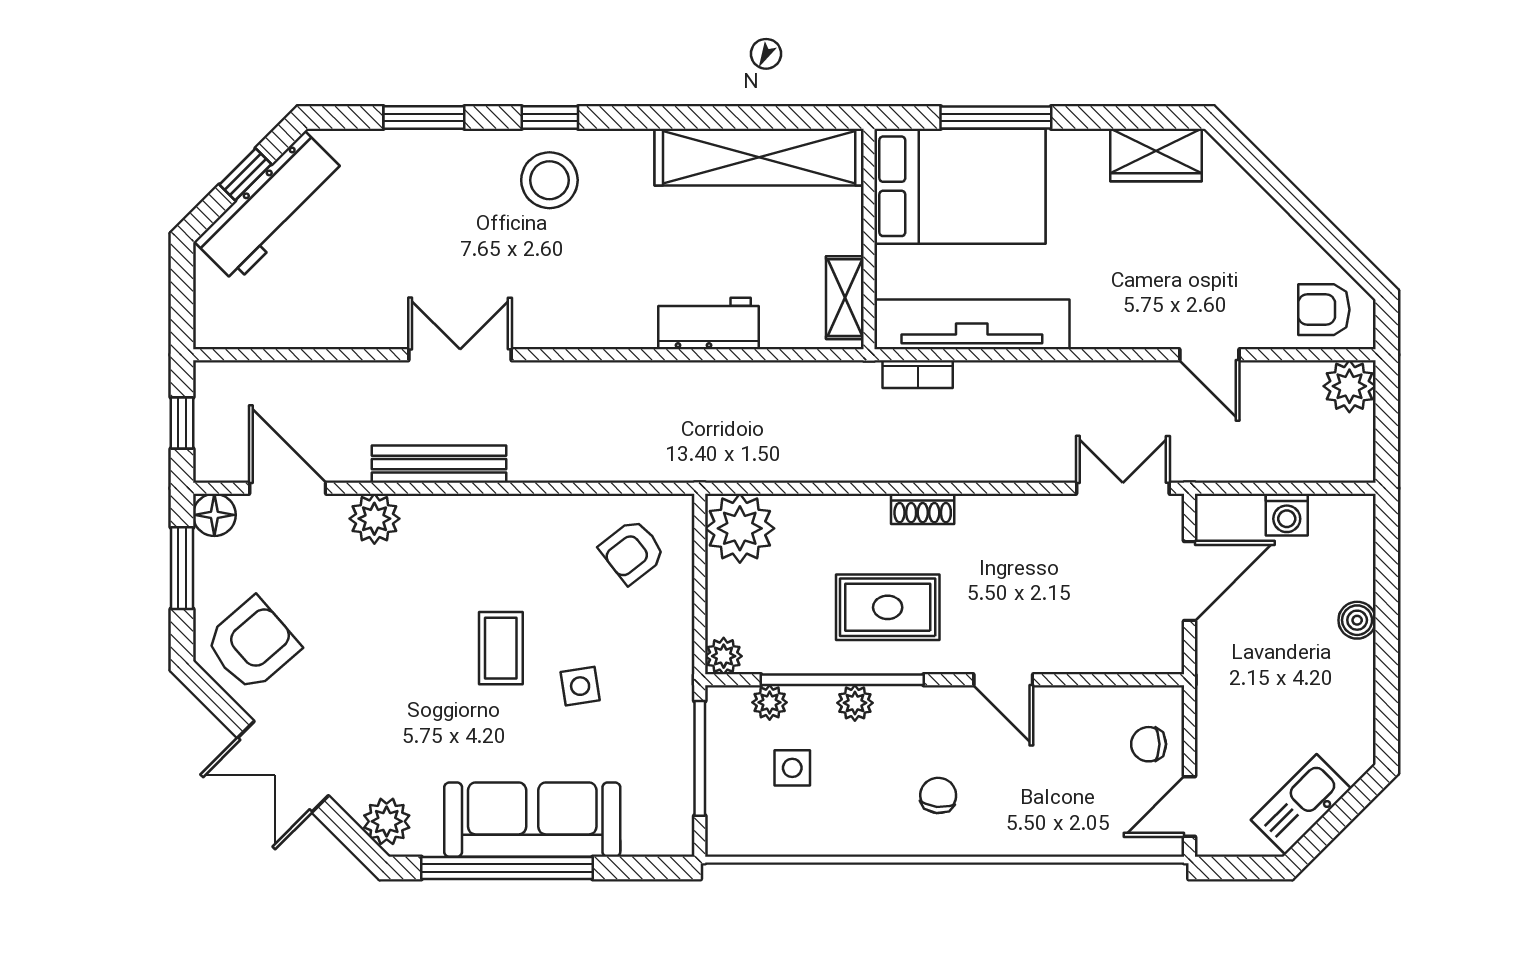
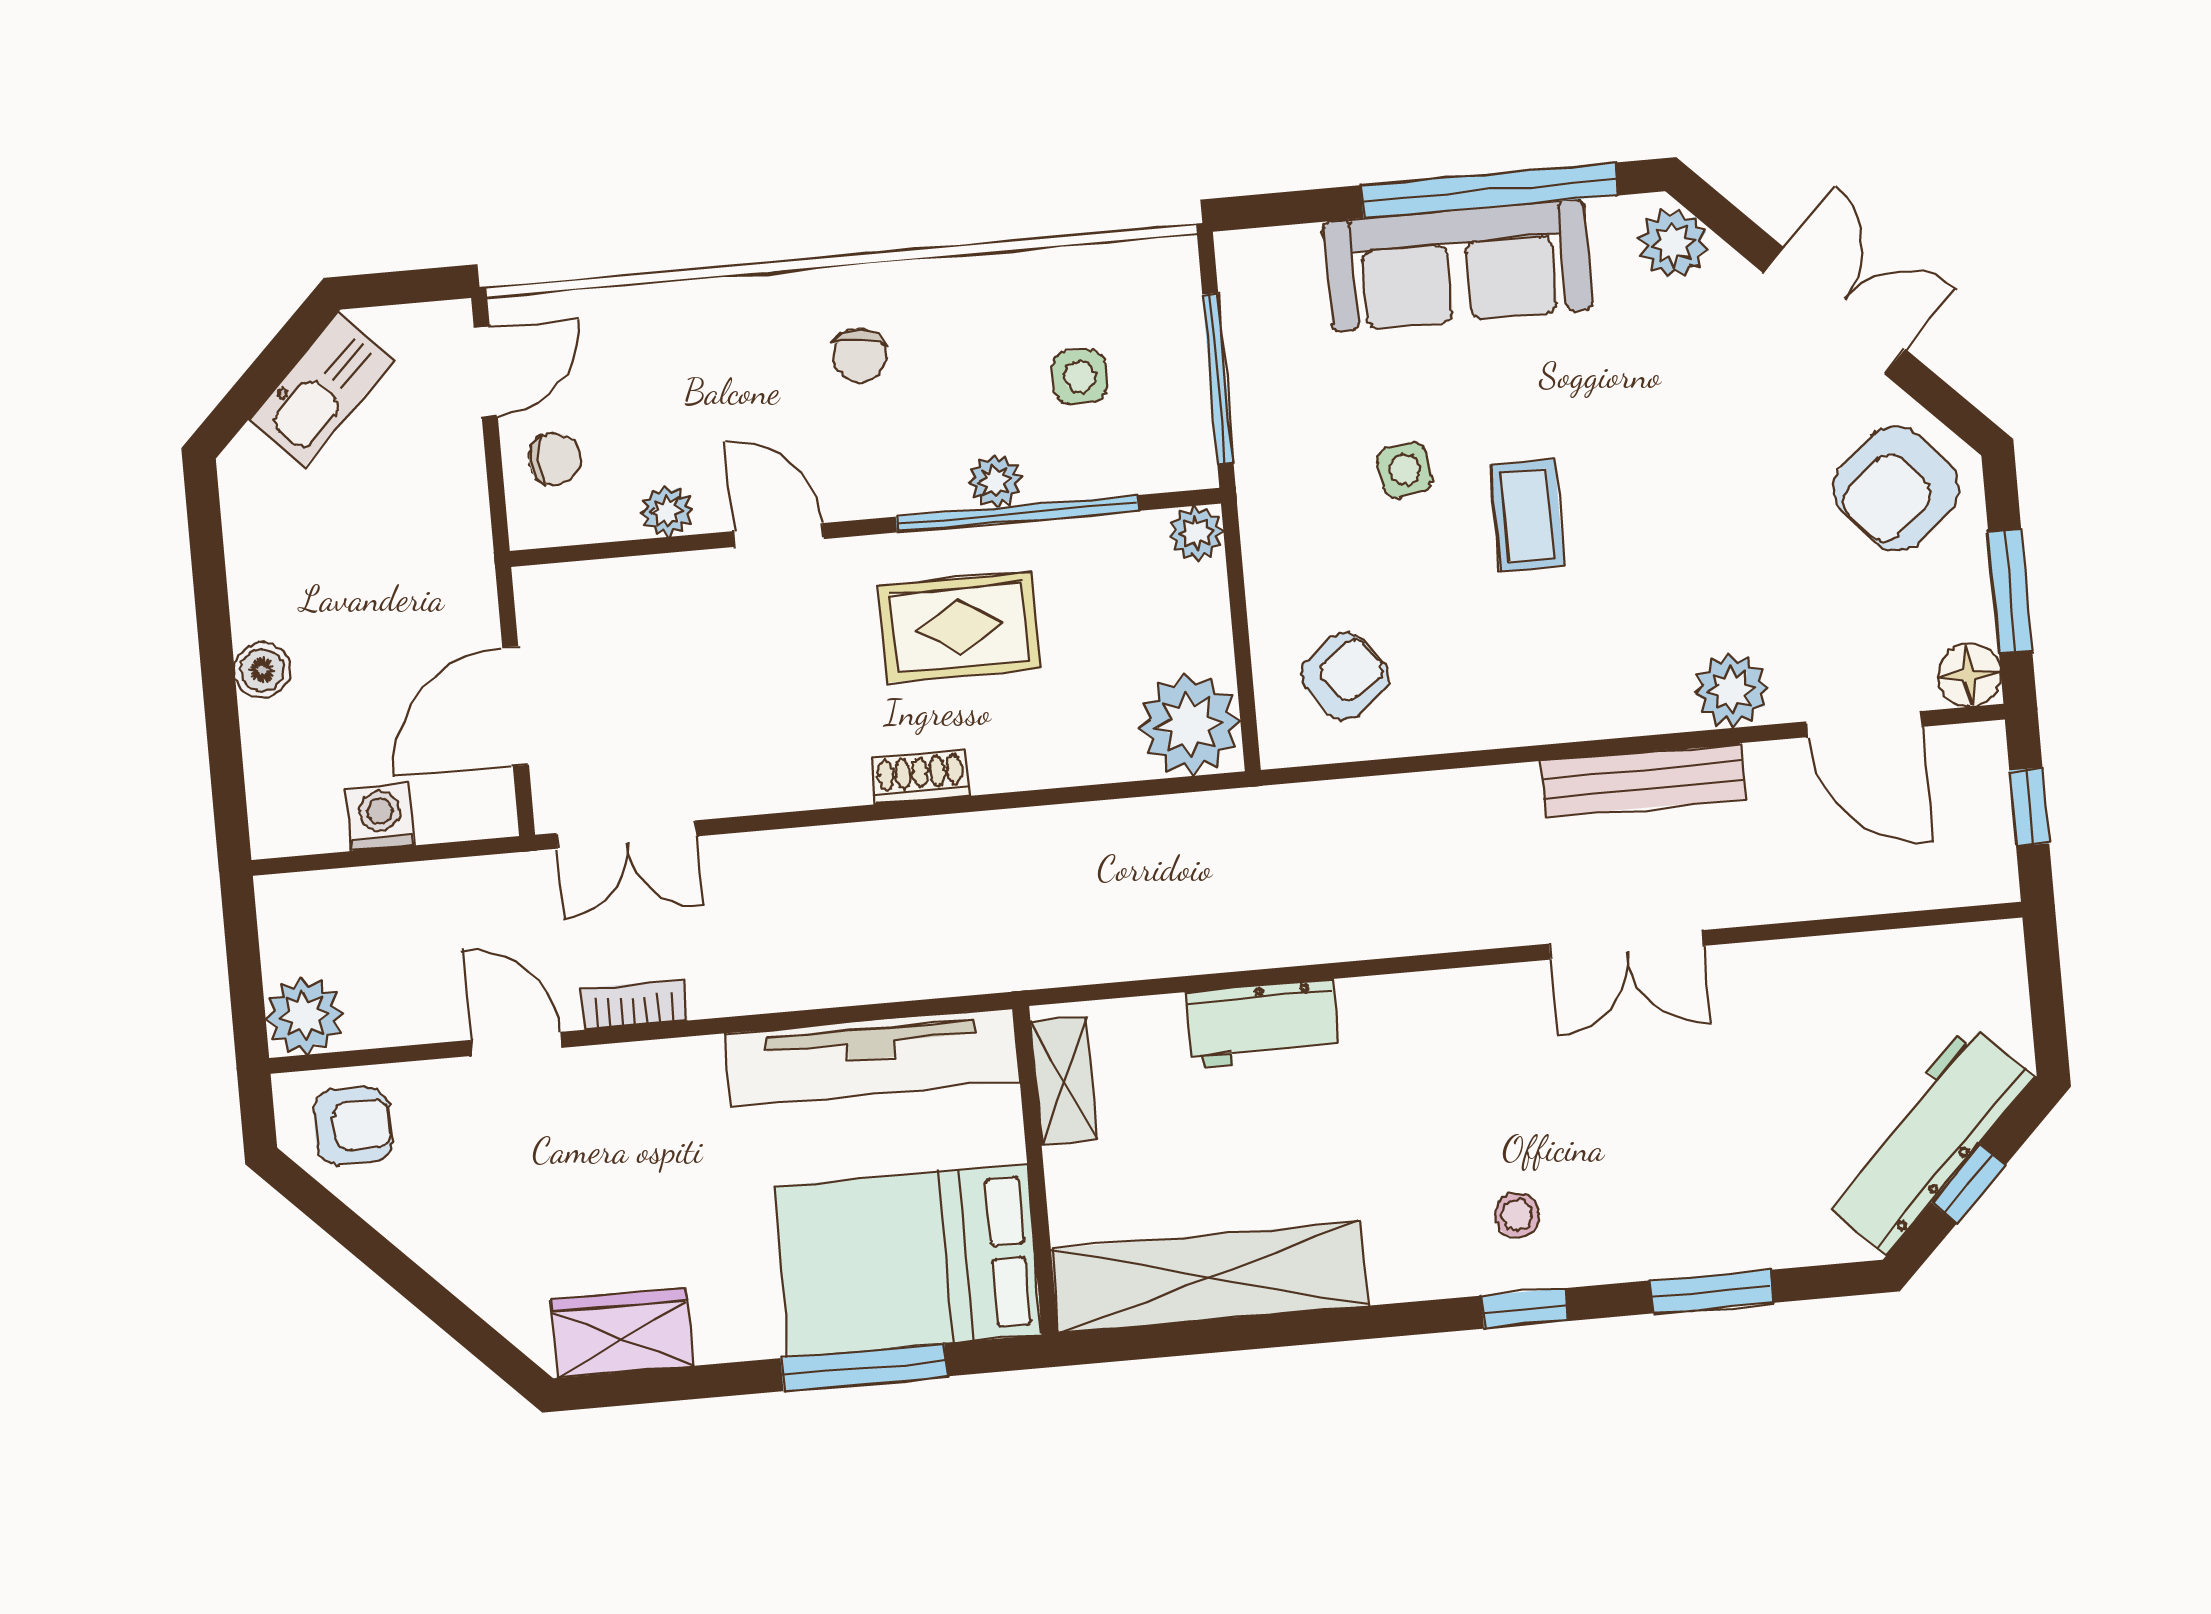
stool: (549, 180) -> (1517, 1215), width x0.53, depth x0.53
bookcase: (918, 374) -> (634, 1004), moved
plant: (770, 702) -> (667, 511), moved

